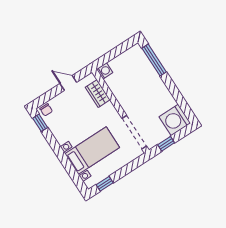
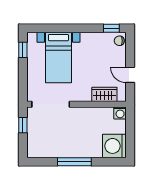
window: (154, 60) -> (74, 162), moved
door: (68, 83) -> (130, 75), swing flipped
washing machine: (175, 120) -> (114, 146), moved, turned -90

